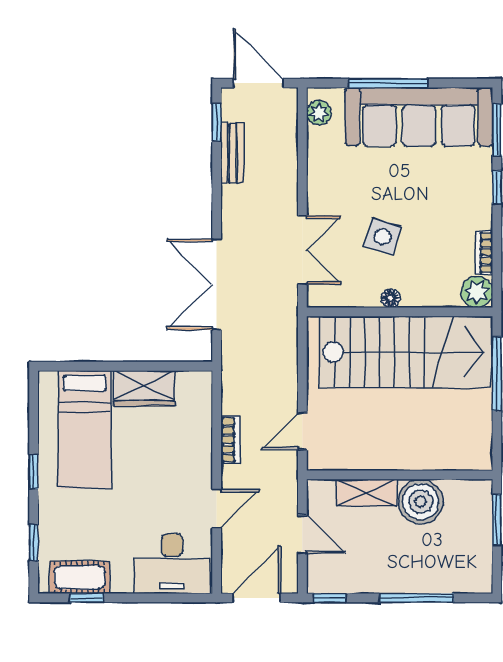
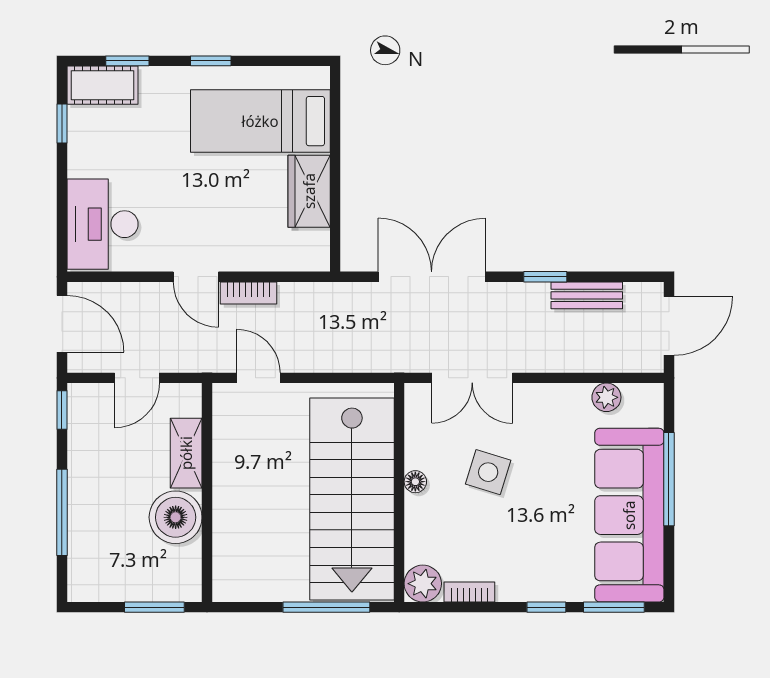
plant: (319, 113) -> (606, 397), moved
window: (217, 122) -> (545, 277), moved
door: (217, 509) -> (196, 277), moved
cot: (80, 577) -> (102, 85), moved, turned 90

